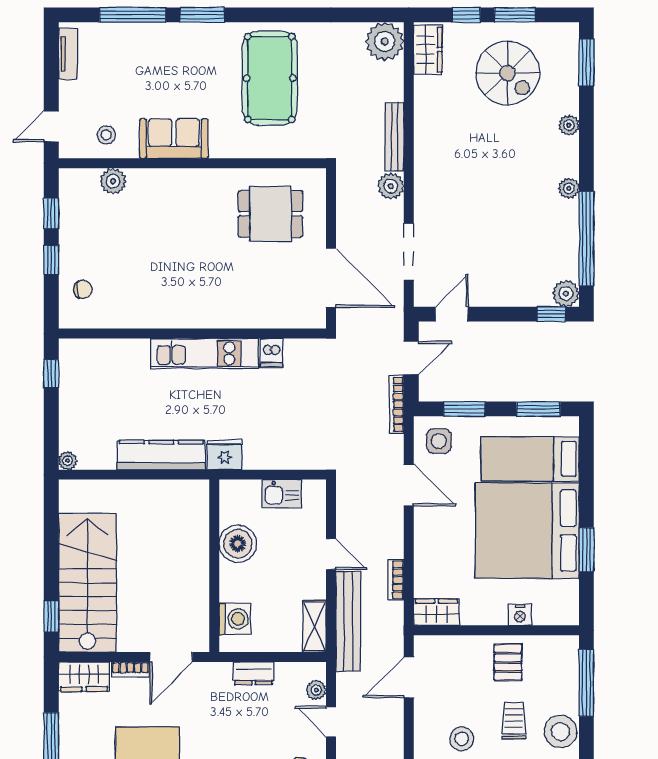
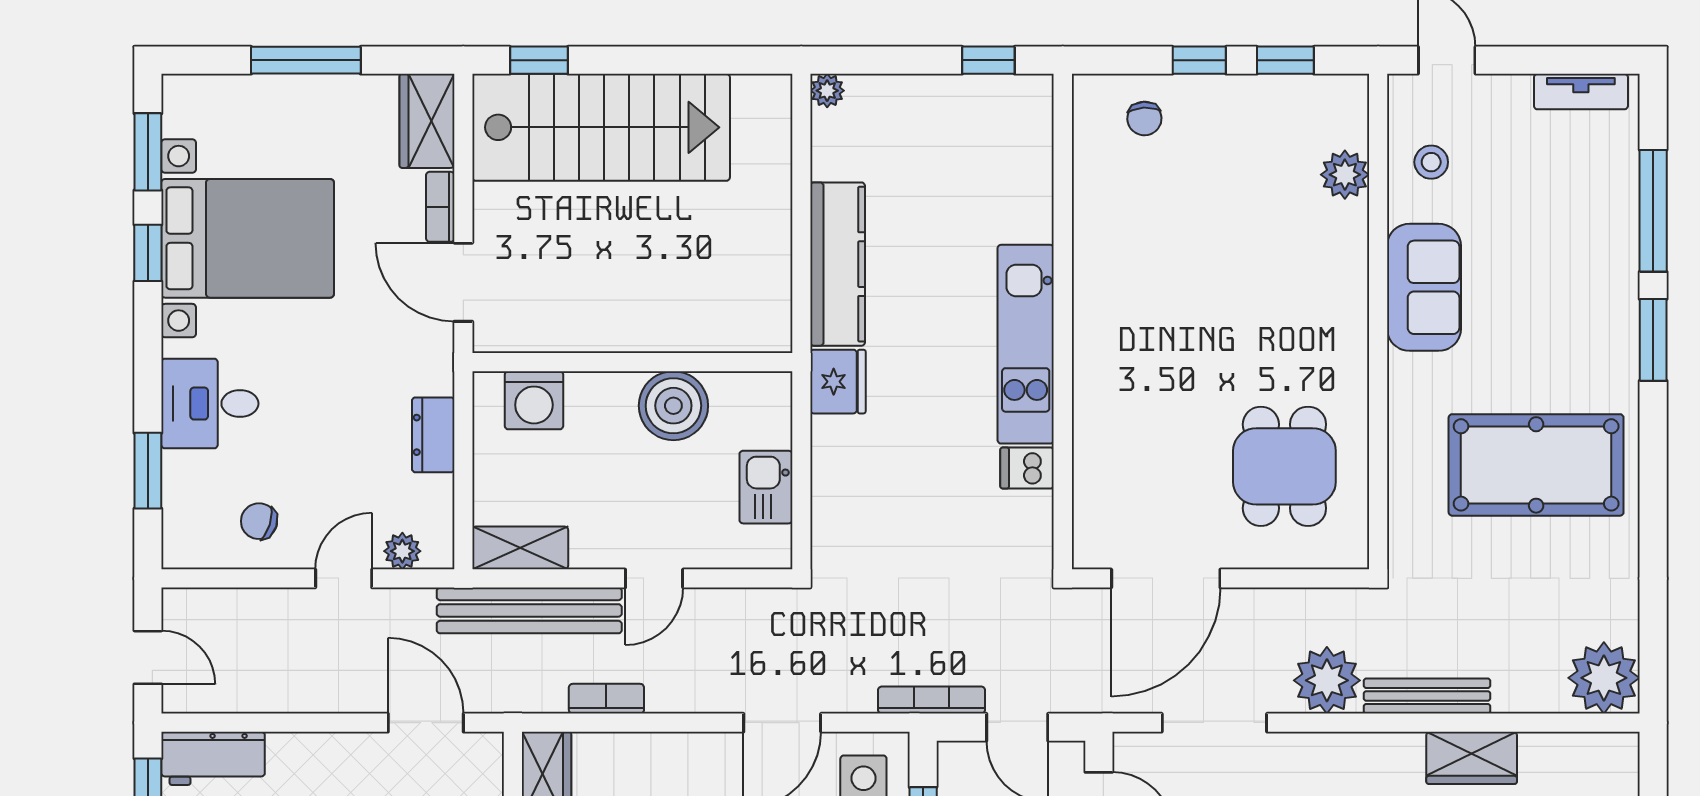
wardrobe: (428, 50) -> (1472, 758), moved
plant: (391, 186) -> (1327, 680), width x1.36, depth x1.36

